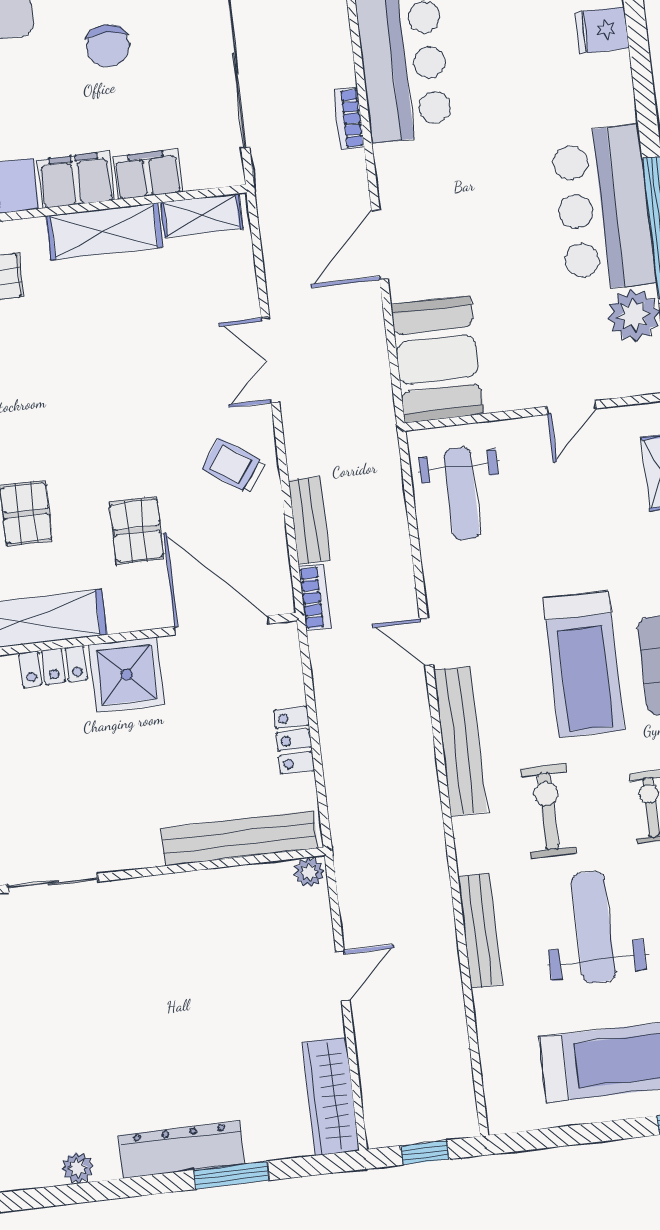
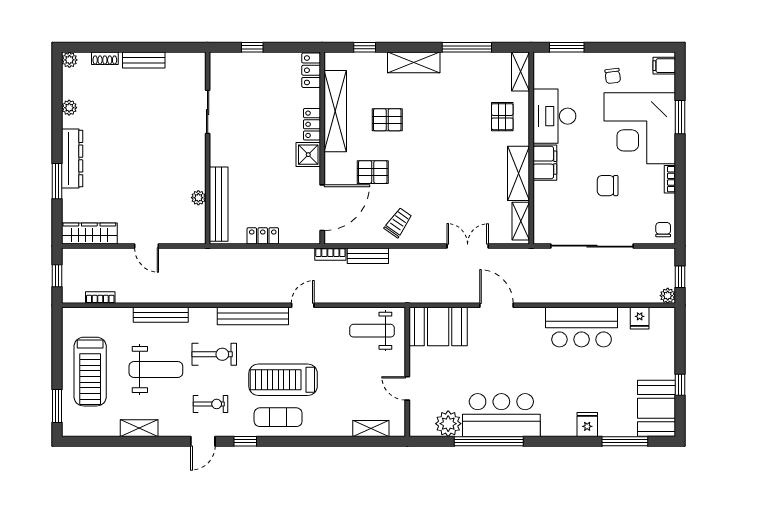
bookcase: (349, 119) -> (100, 298), moved
filing cabinet: (148, 174) -> (544, 198), removed
double door: (270, 360) -> (468, 246), moved
shower: (126, 675) -> (308, 155), width x0.73, depth x0.73
plant: (309, 872) -> (198, 198), moved

